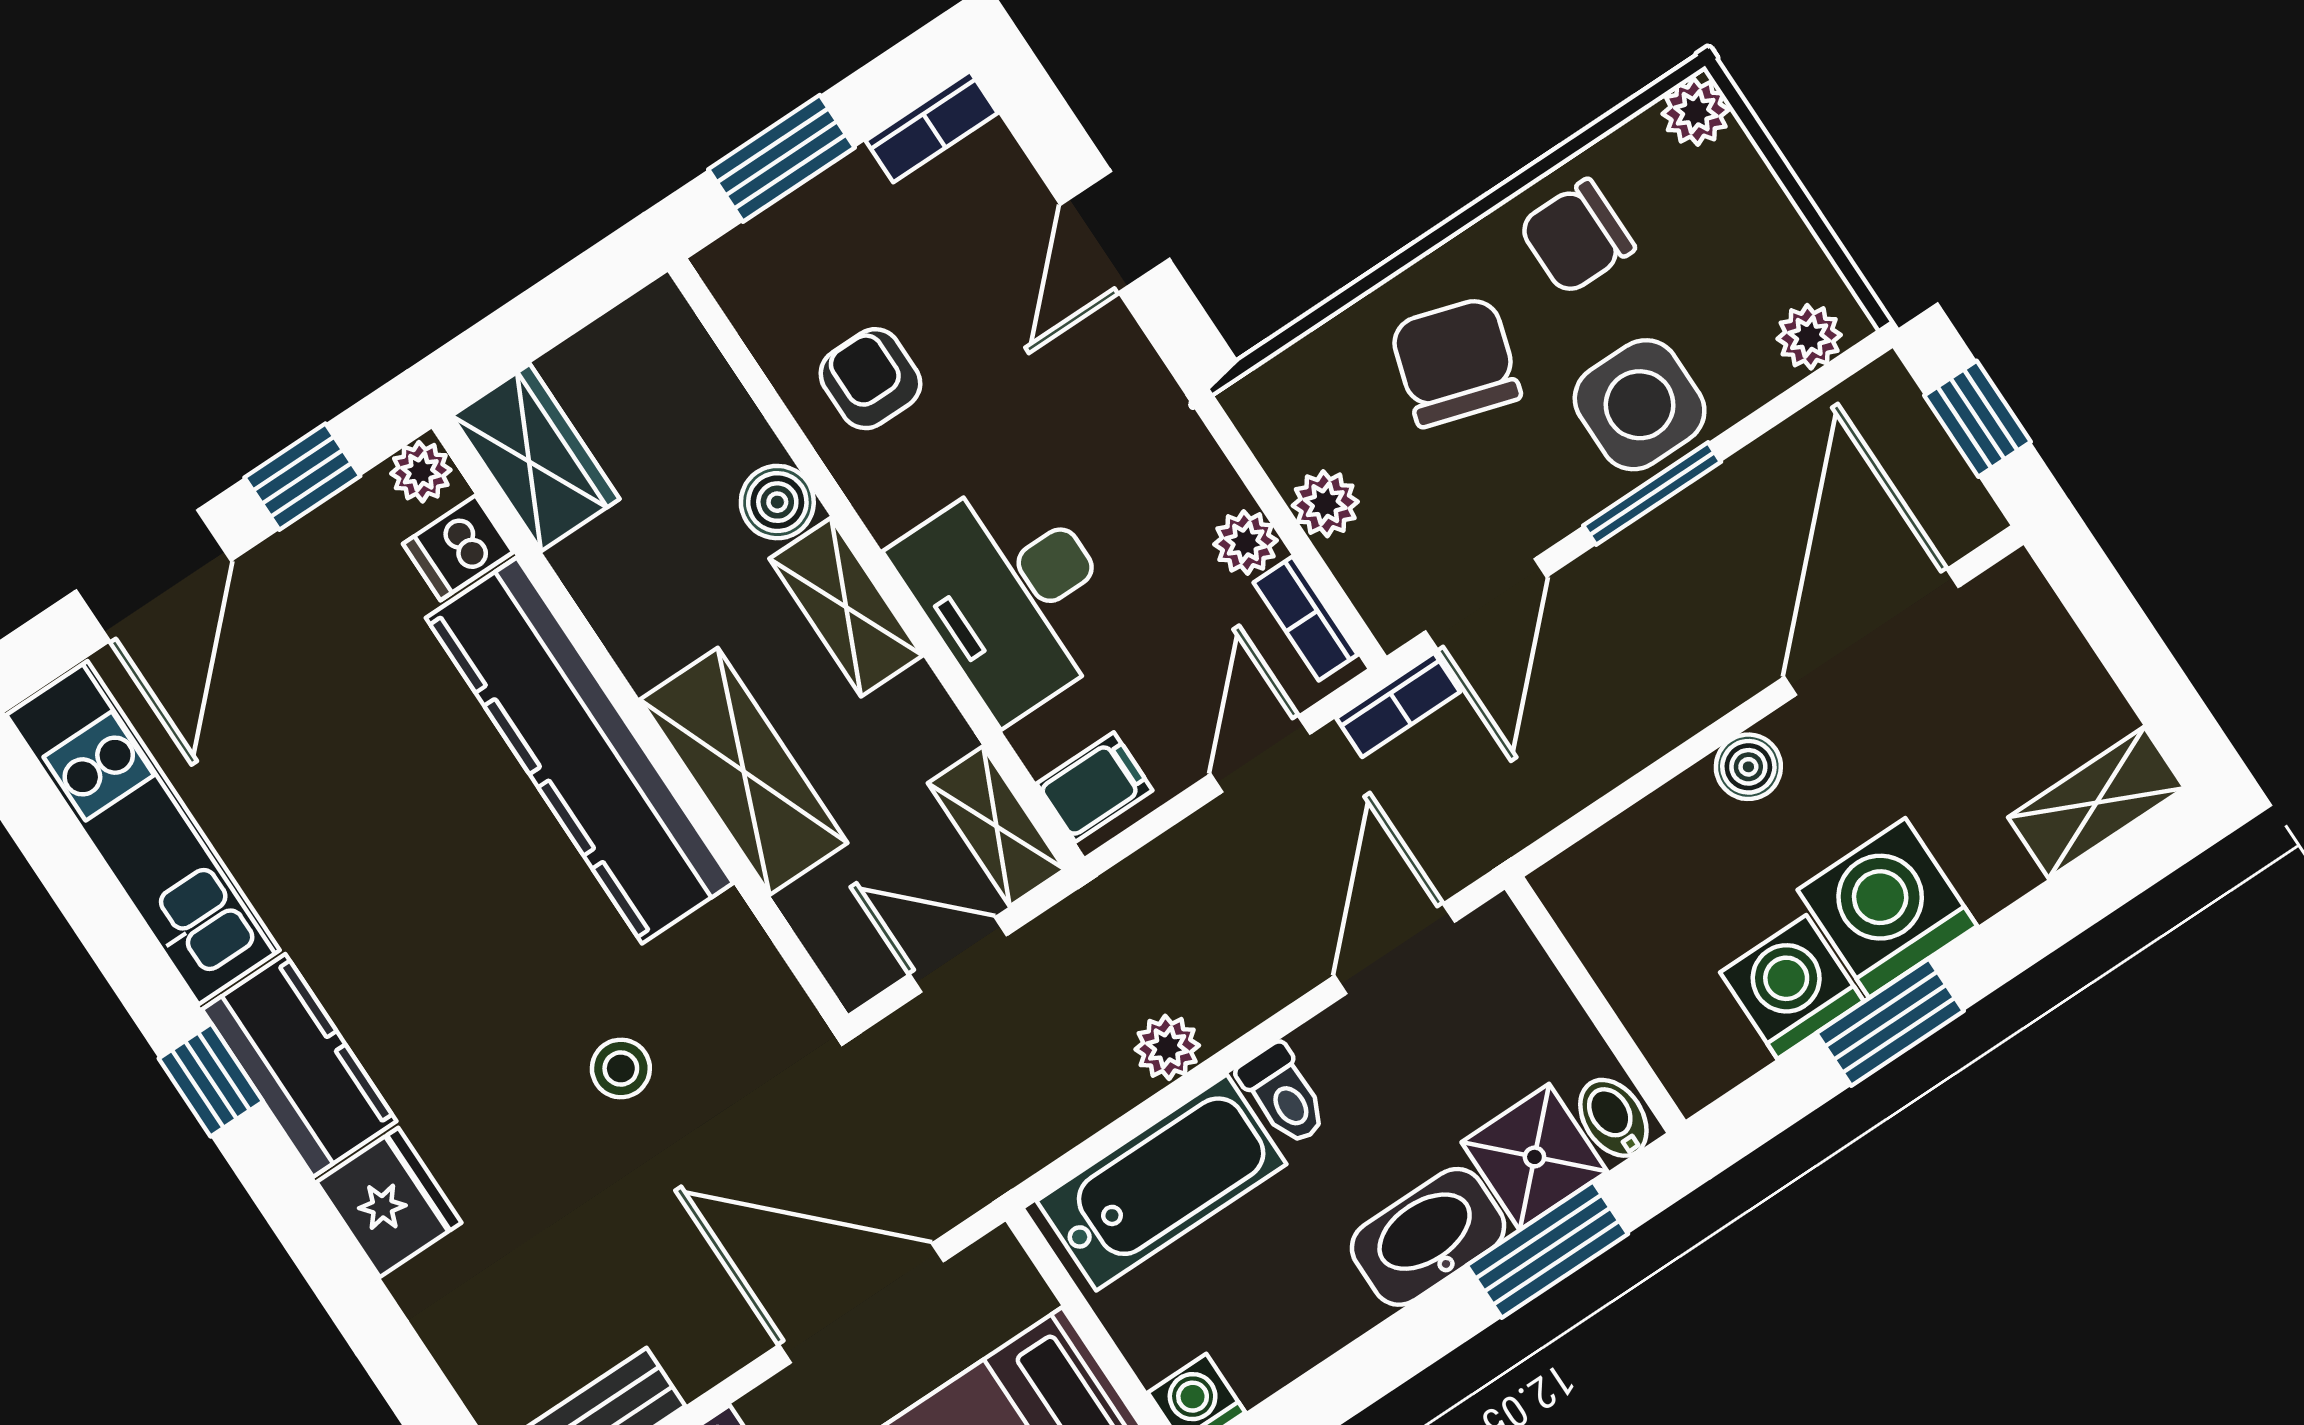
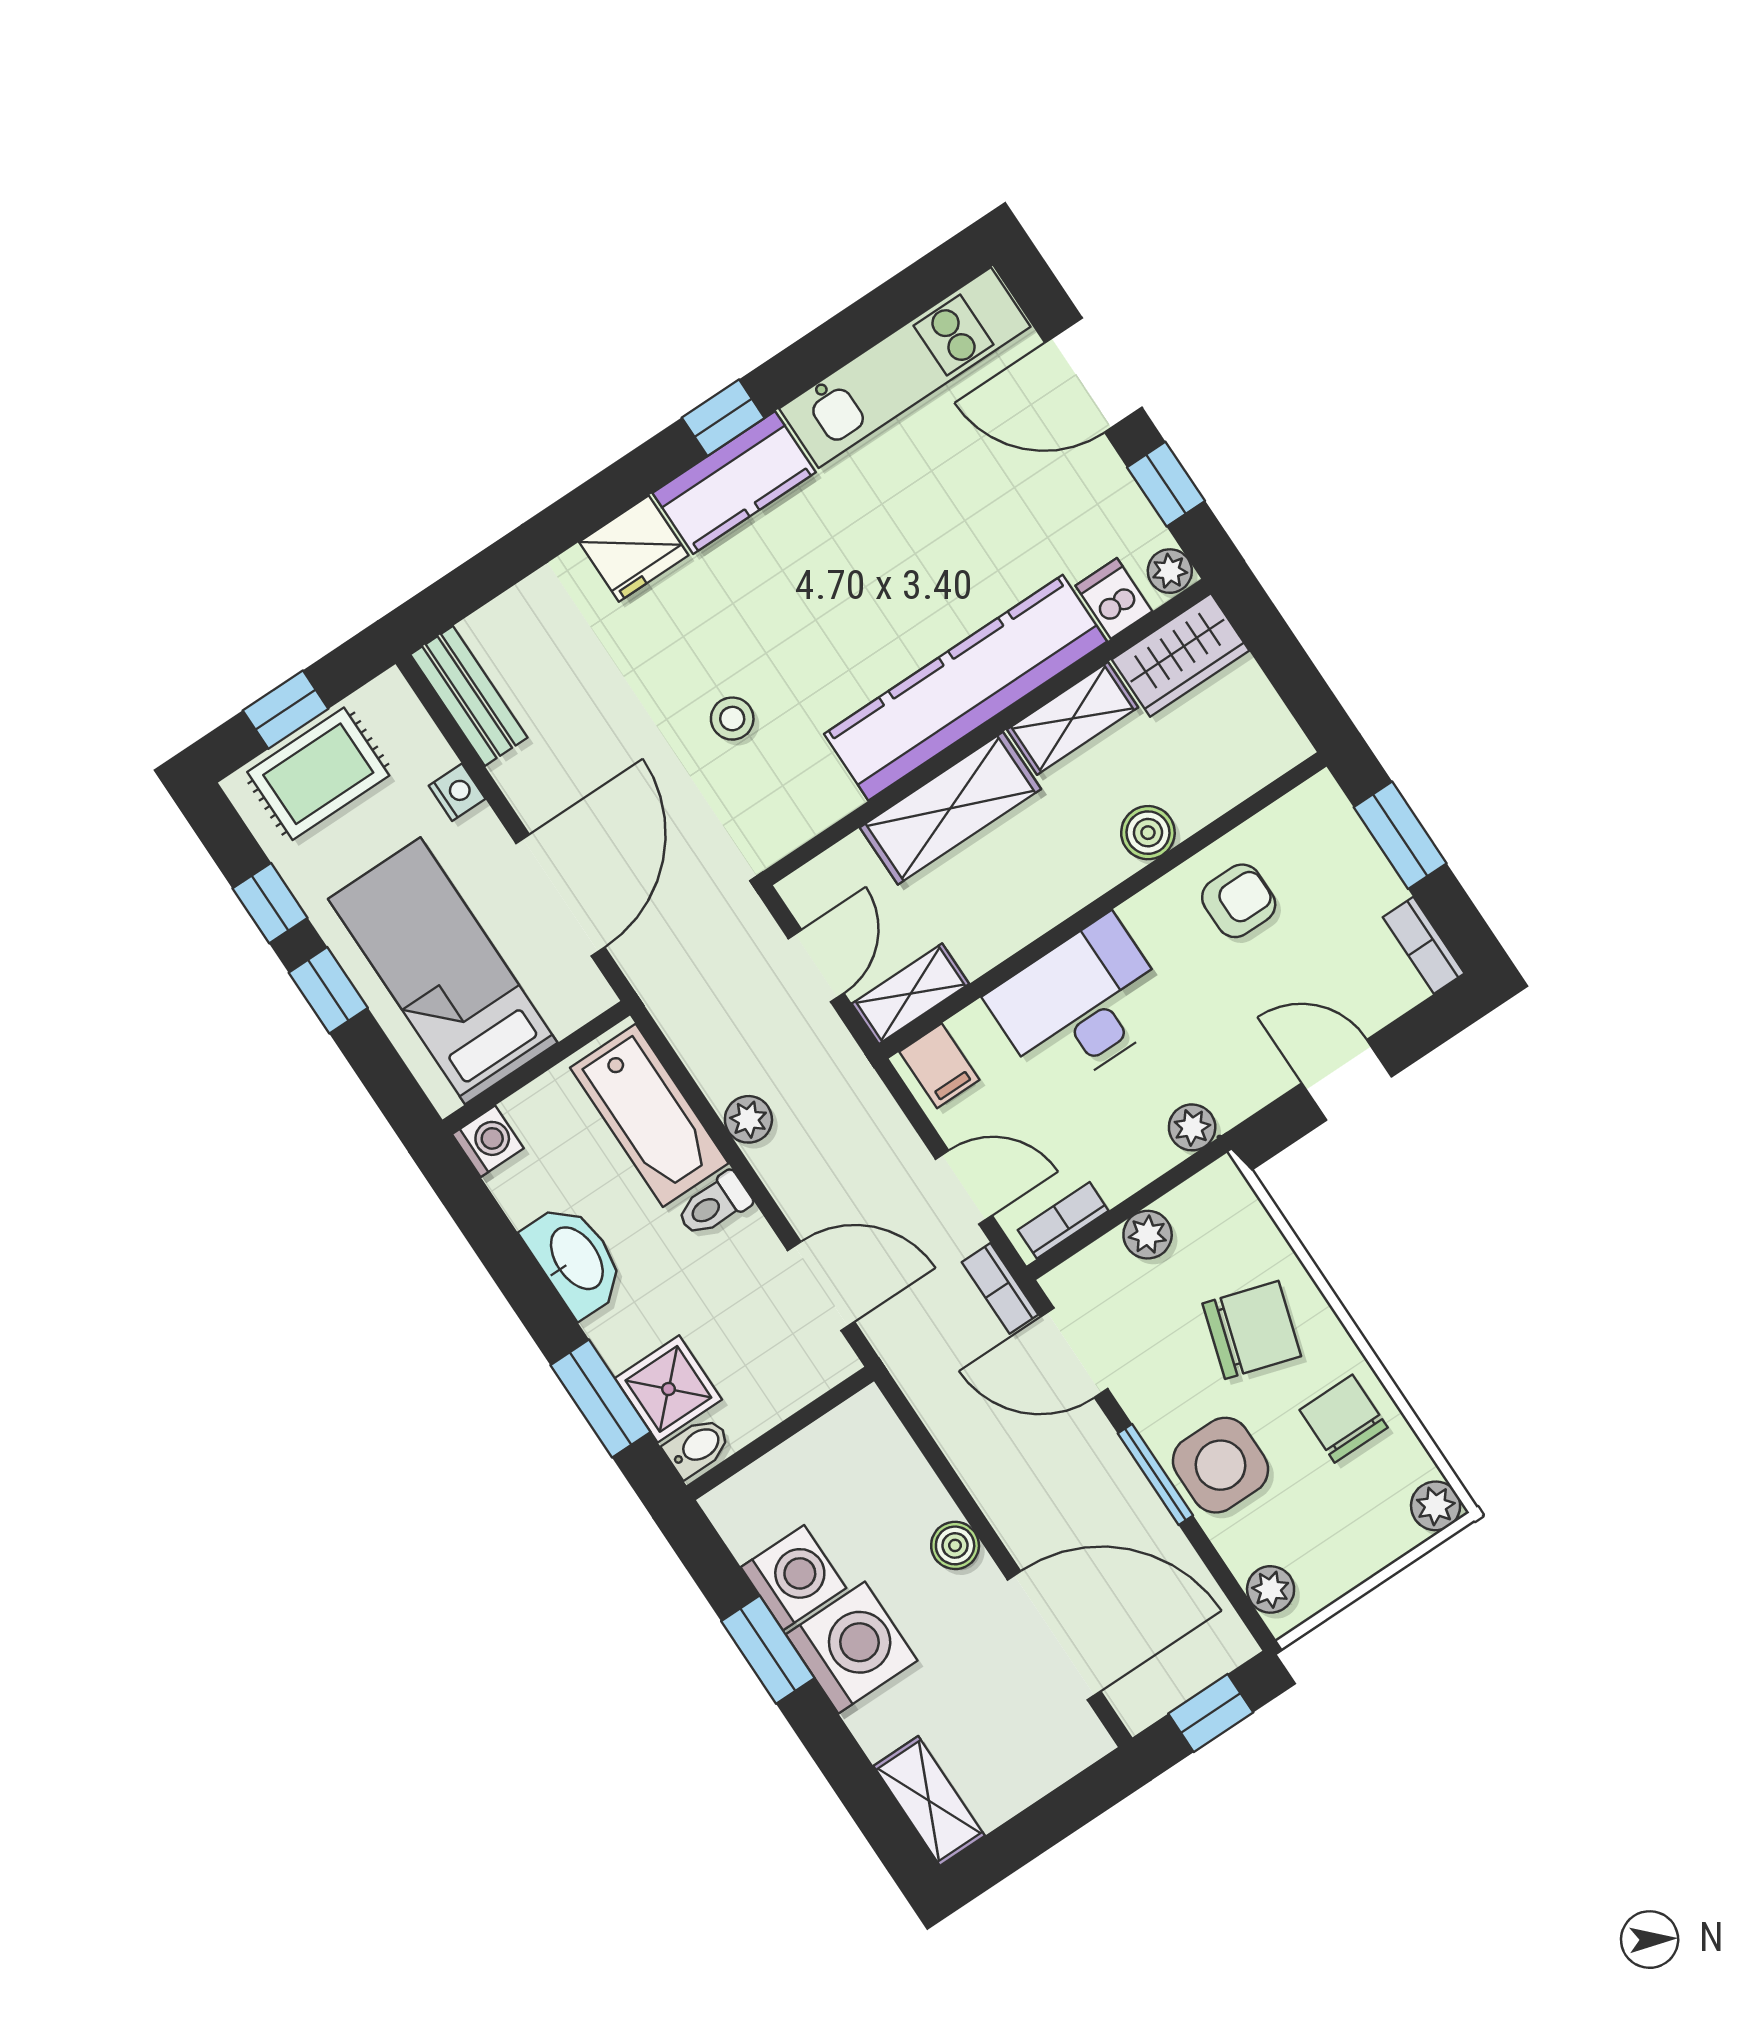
plant: (1246, 542) -> (1192, 1127), moved
shelving: (846, 607) -> (1072, 718), moved
washbasin: (1428, 1237) -> (575, 1259), moved

